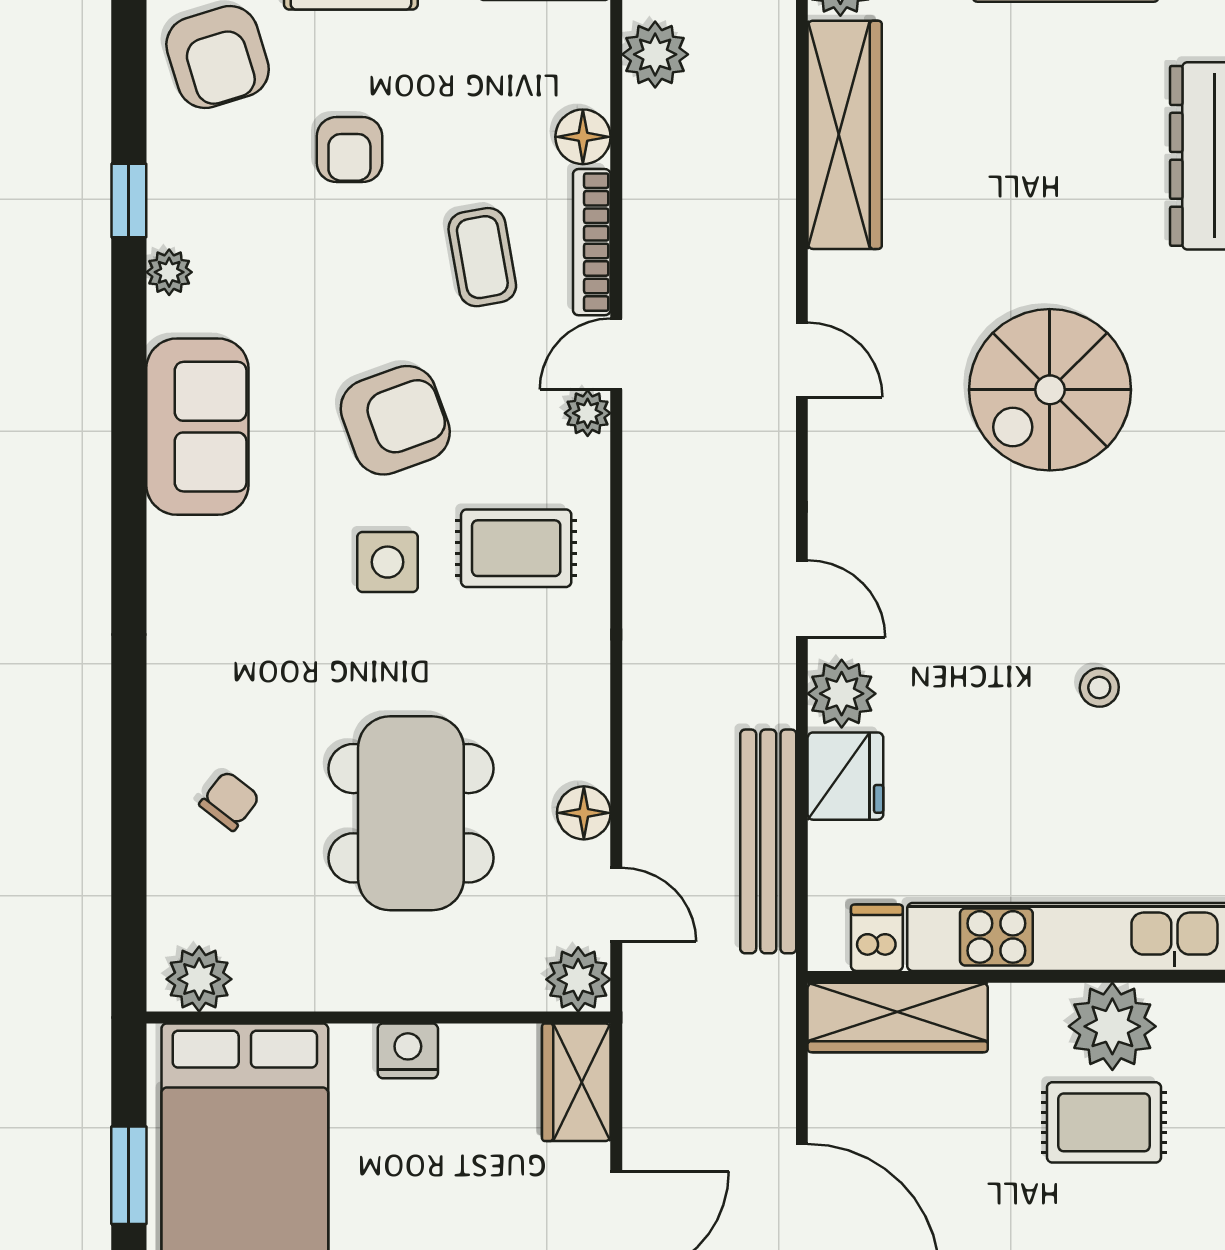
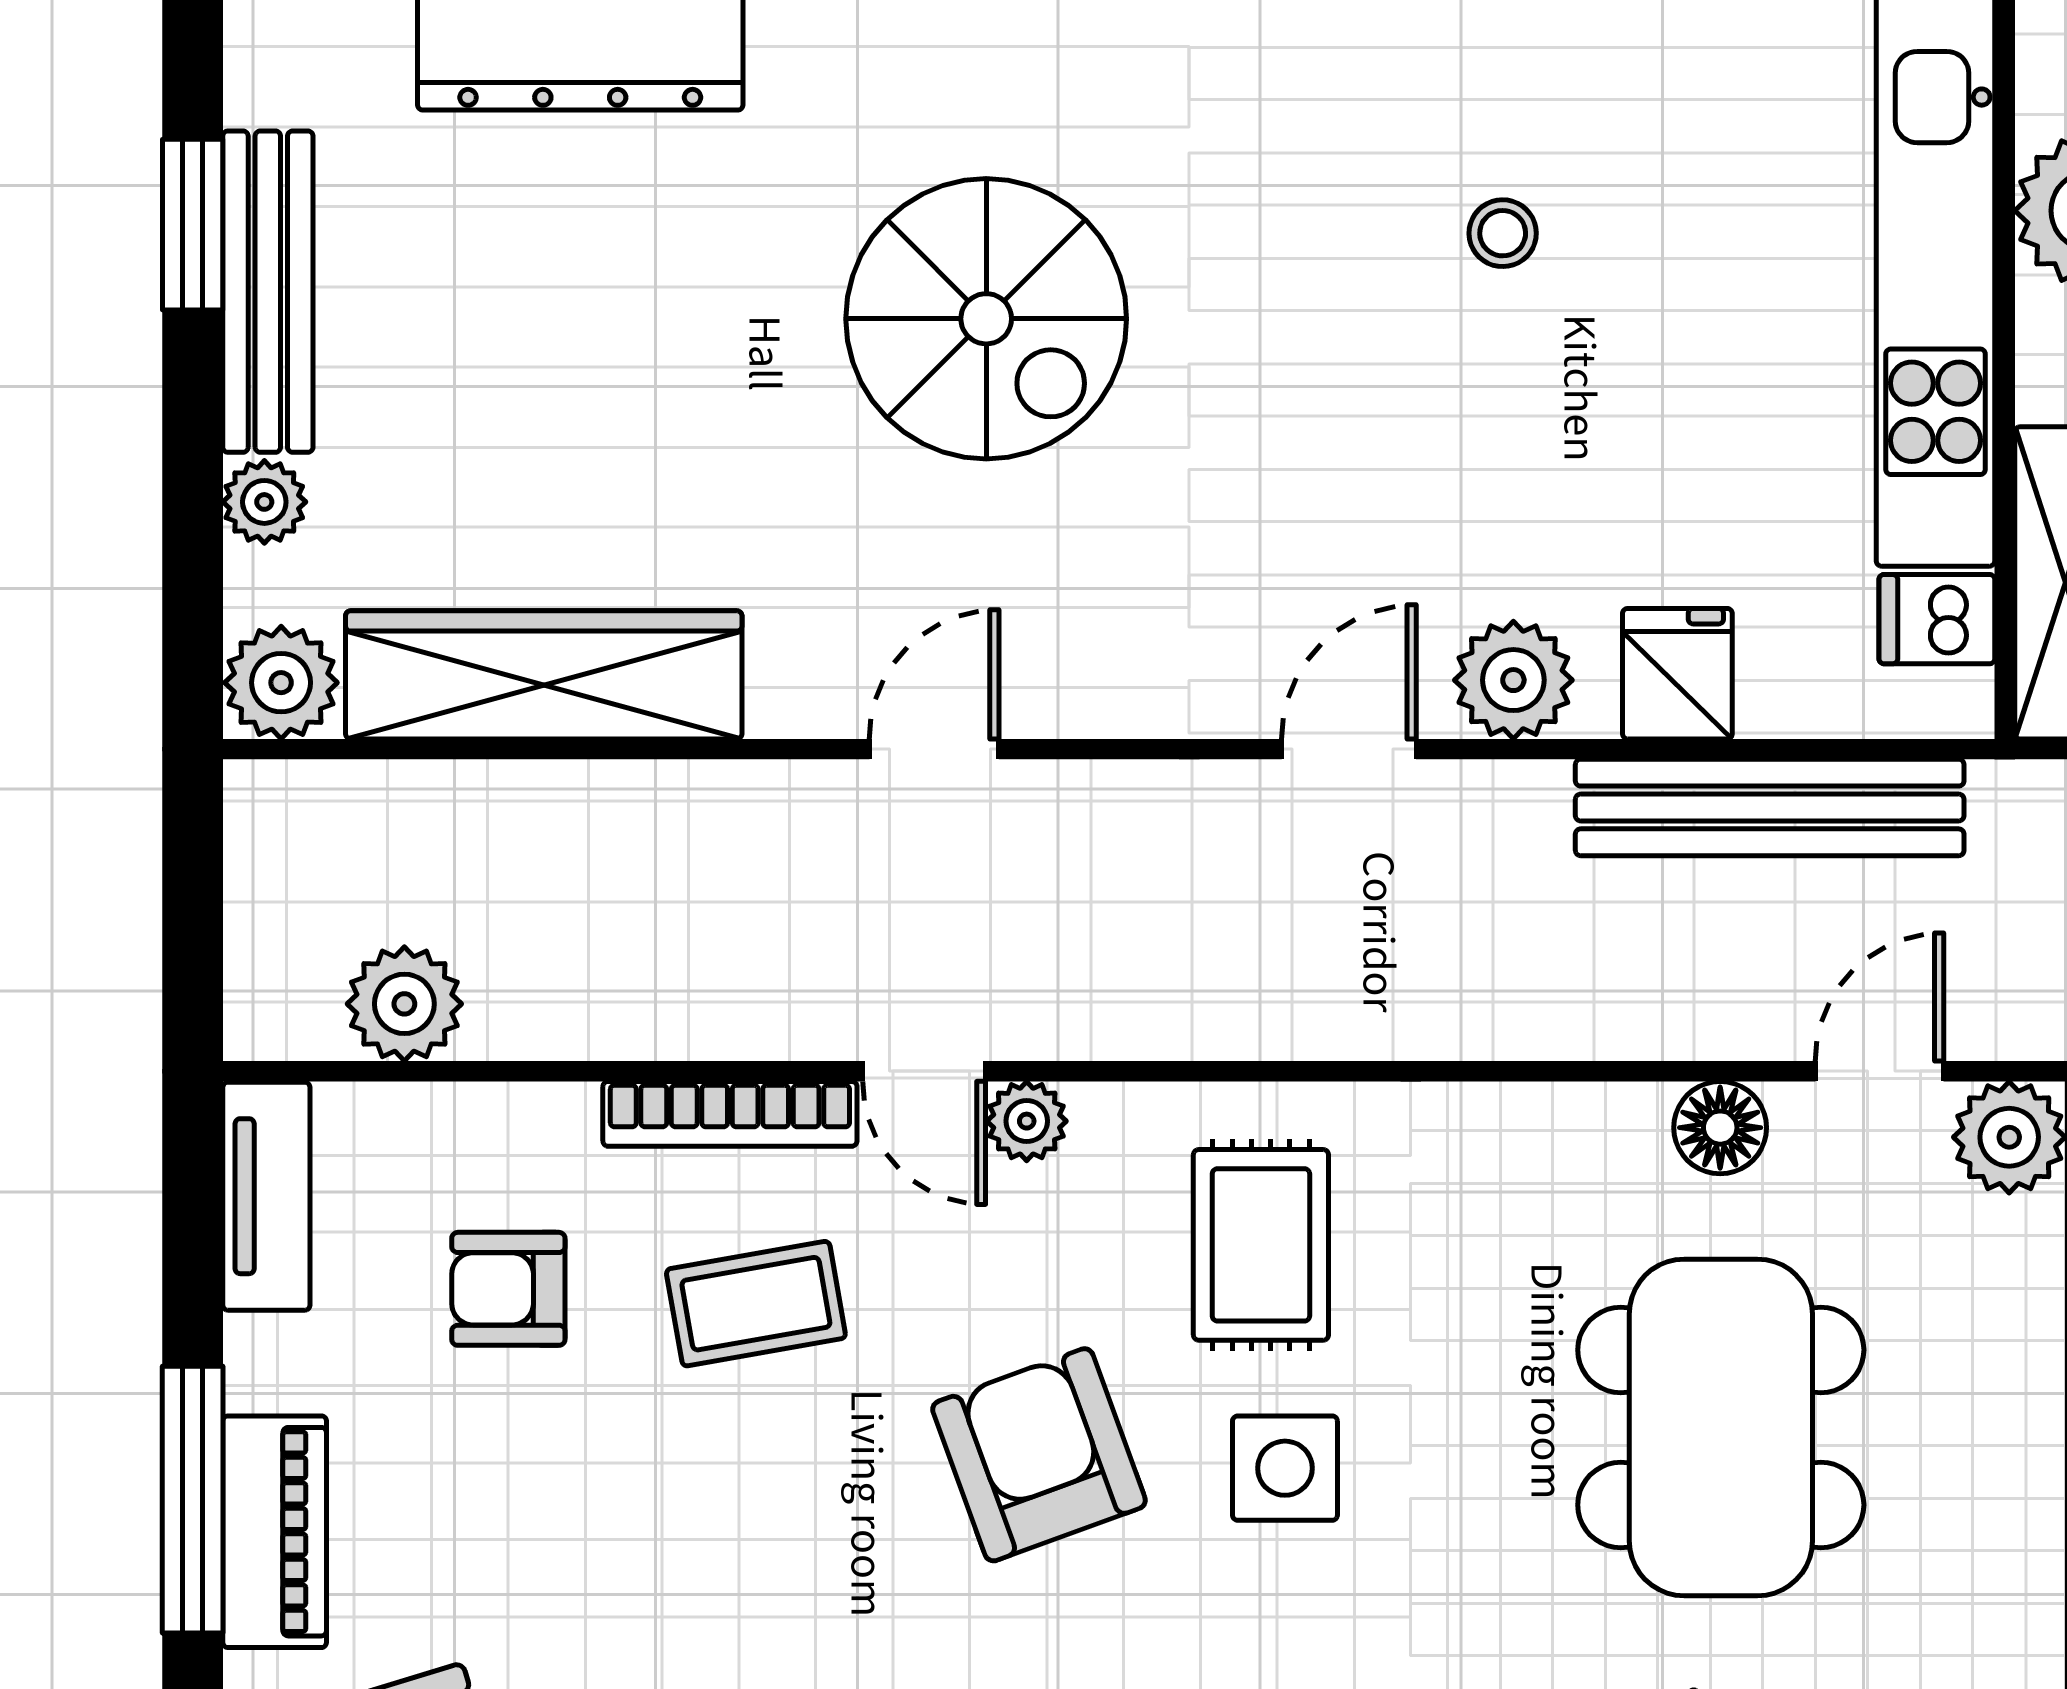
floor lamp: (583, 137) -> (547, 1129), removed
armchair: (349, 150) -> (508, 1289), moved, turned 180
fridge: (845, 776) -> (1677, 674), width x0.72
dining table: (411, 813) -> (1721, 1427), turned 90

